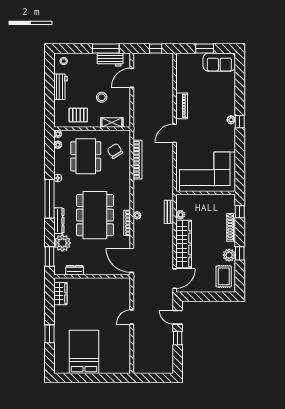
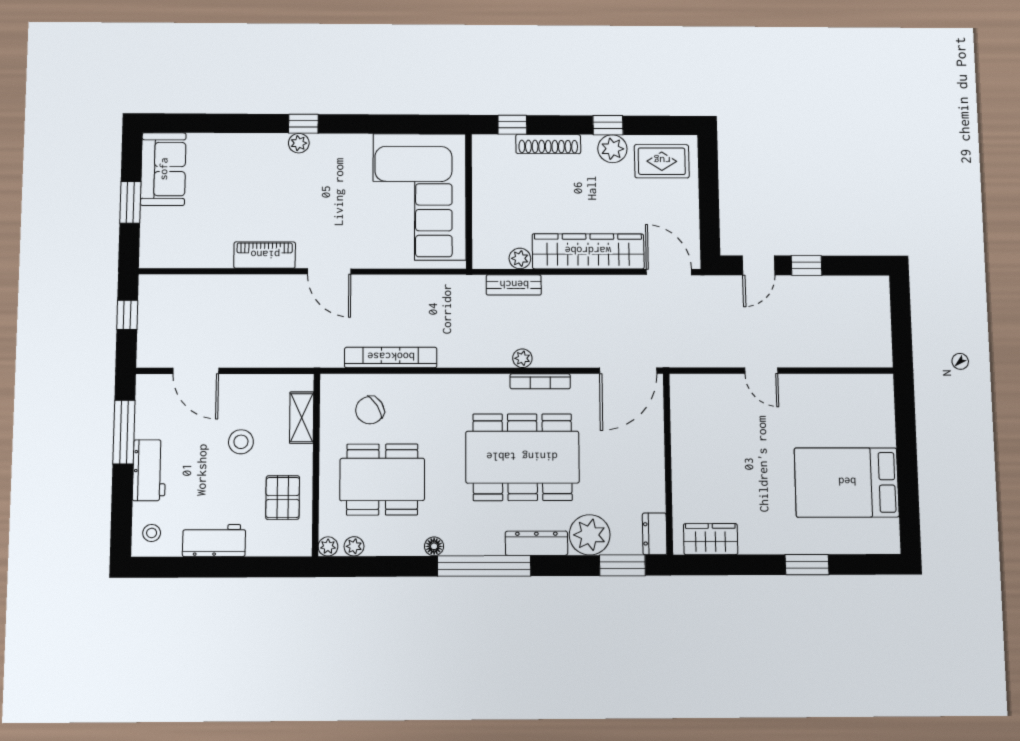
workbench: (110, 59) -> (149, 470), moved
dresser: (75, 270) -> (655, 534), moved

